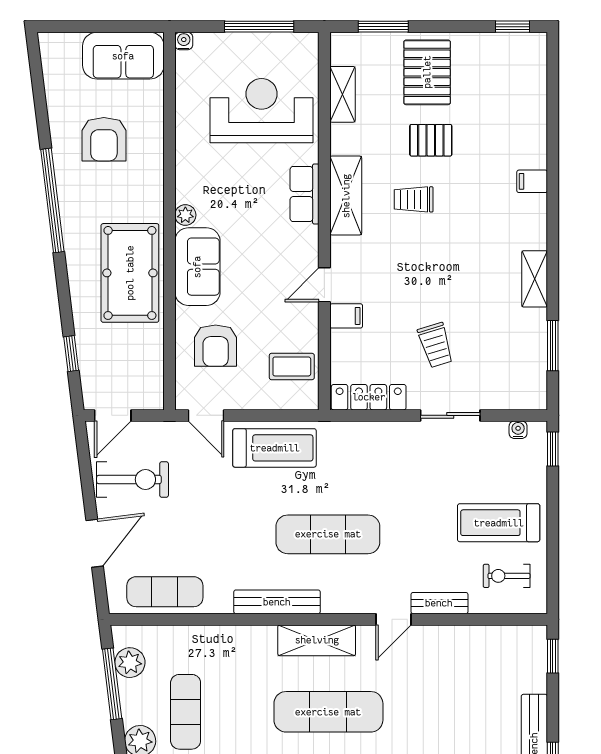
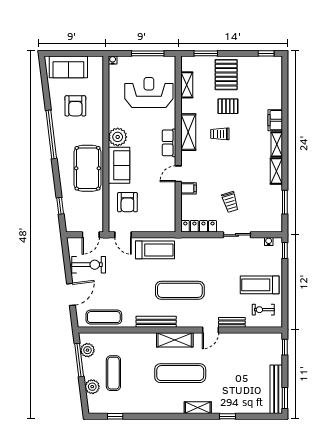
sofa: (123, 56) -> (68, 67), moved
filing cabinet: (532, 181) -> (275, 120), width x2.00
row of seats: (305, 194) -> (169, 143), moved
plant: (185, 215) -> (118, 137), width x1.87, depth x1.87
shelving: (535, 222) -> (277, 144), added
coffee table: (292, 366) -> (163, 212), removed
door: (113, 415) -> (91, 235), moved

